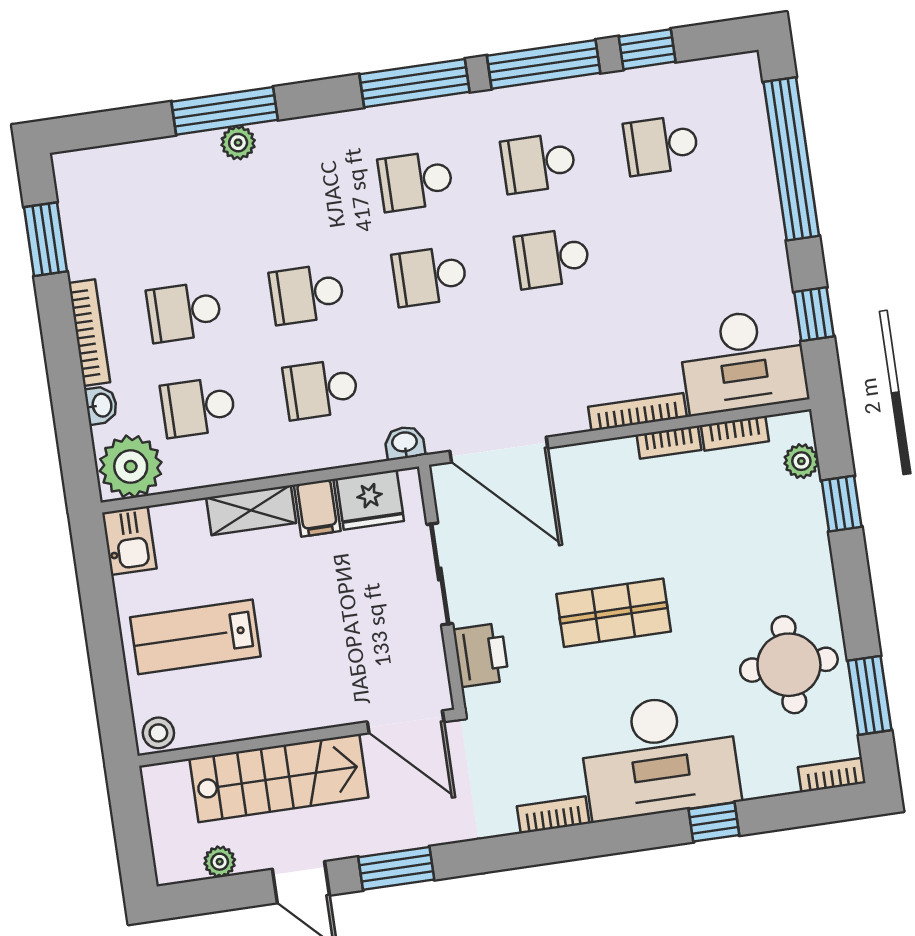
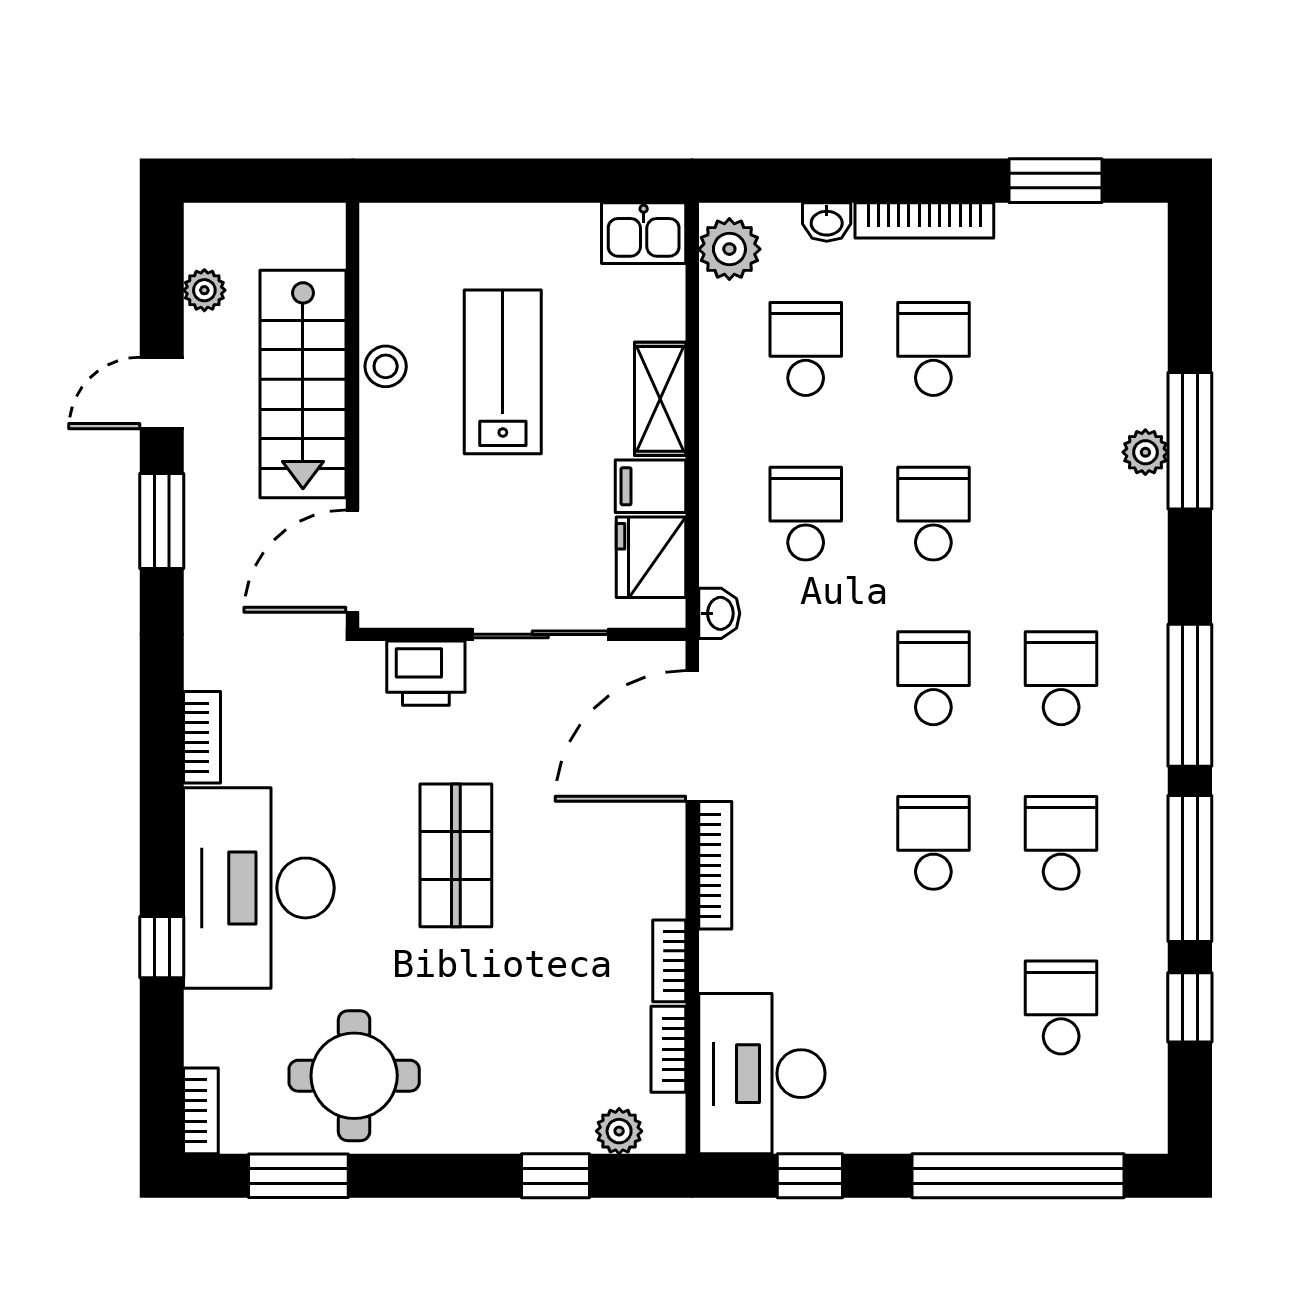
bookcase: (637, 412) -> (715, 865), moved
plant: (131, 467) -> (729, 249), width x0.73, depth x0.73
lab bench: (195, 637) -> (503, 372), moved
stool: (158, 733) -> (386, 366), moved

